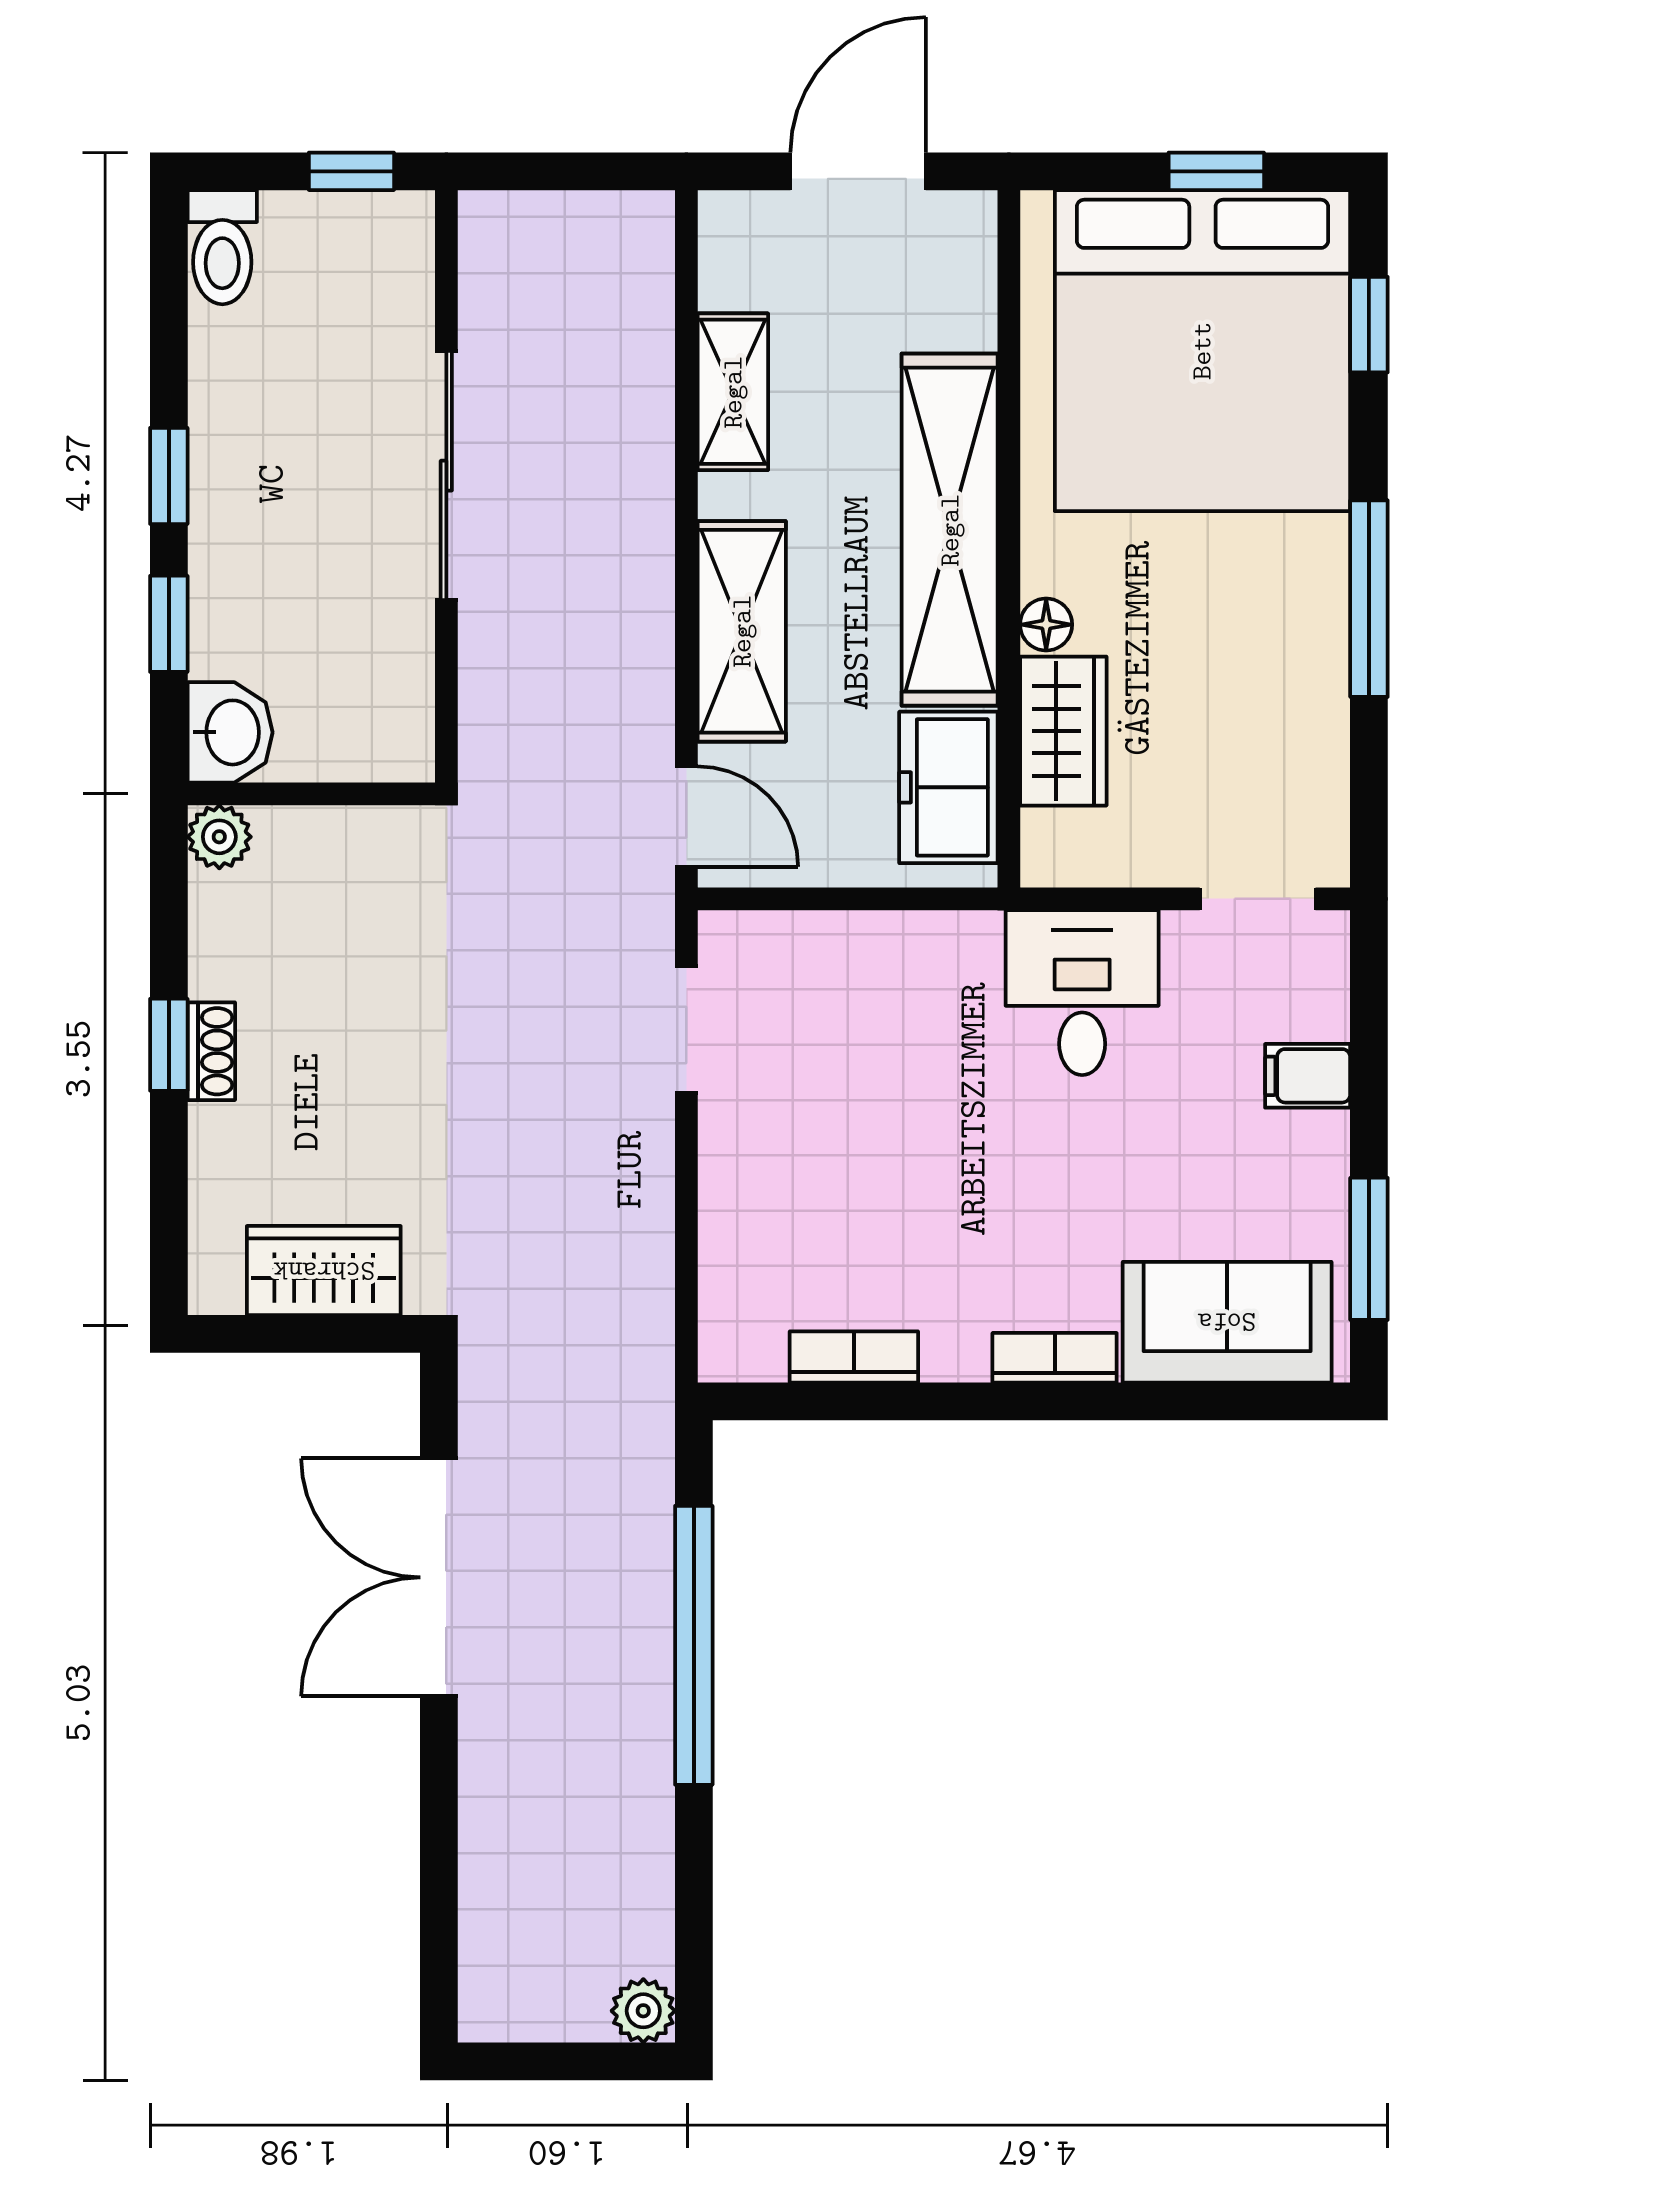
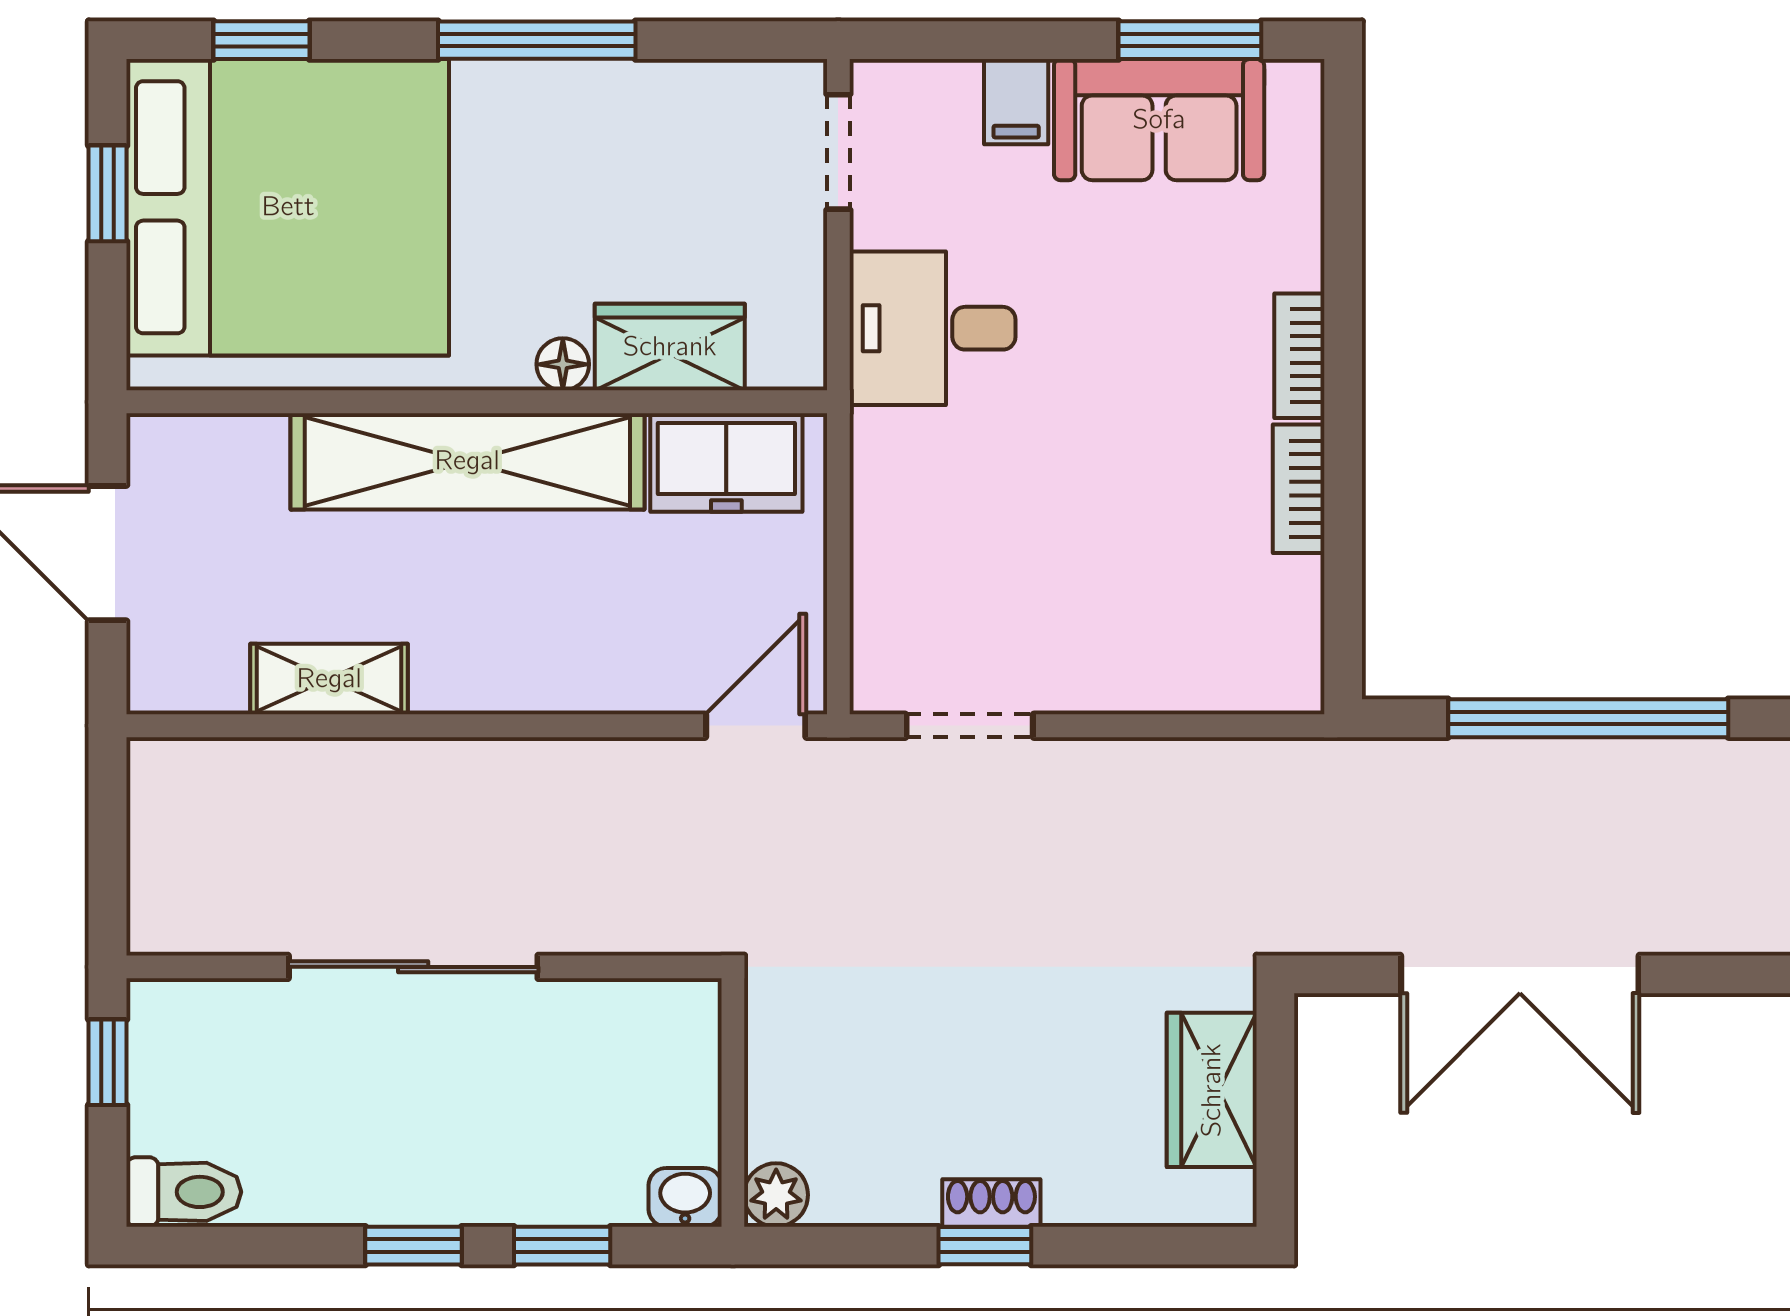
shelving: (742, 631) -> (570, 670), removed
washbasin: (230, 732) -> (685, 1197), width x0.72, depth x0.69
sofa: (1227, 1322) -> (1159, 120), moved, turned -90
bookcase: (854, 1357) -> (1299, 489), moved

